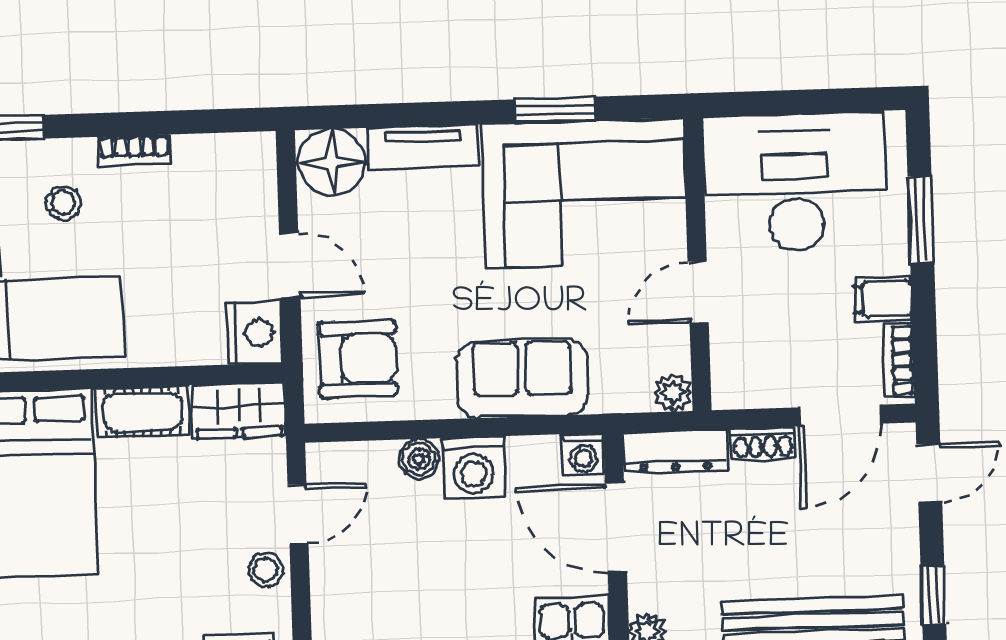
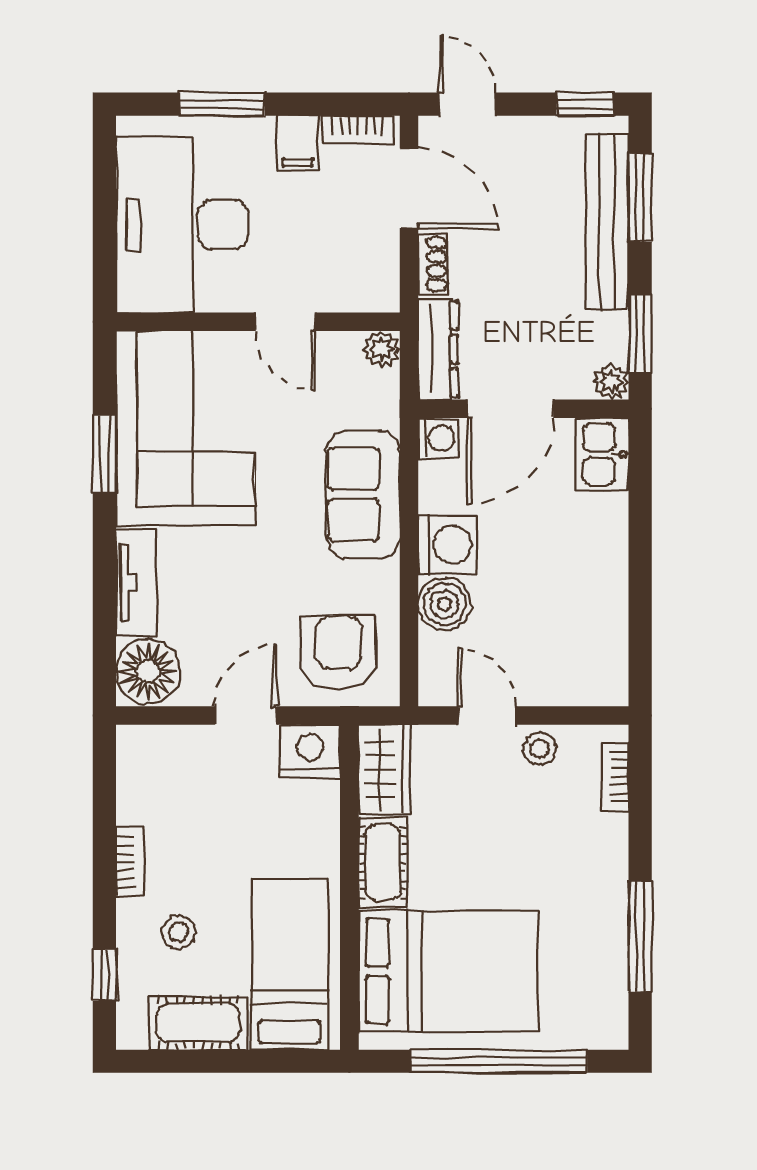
boiler: (419, 459) -> (444, 604), width x1.36, depth x1.36

